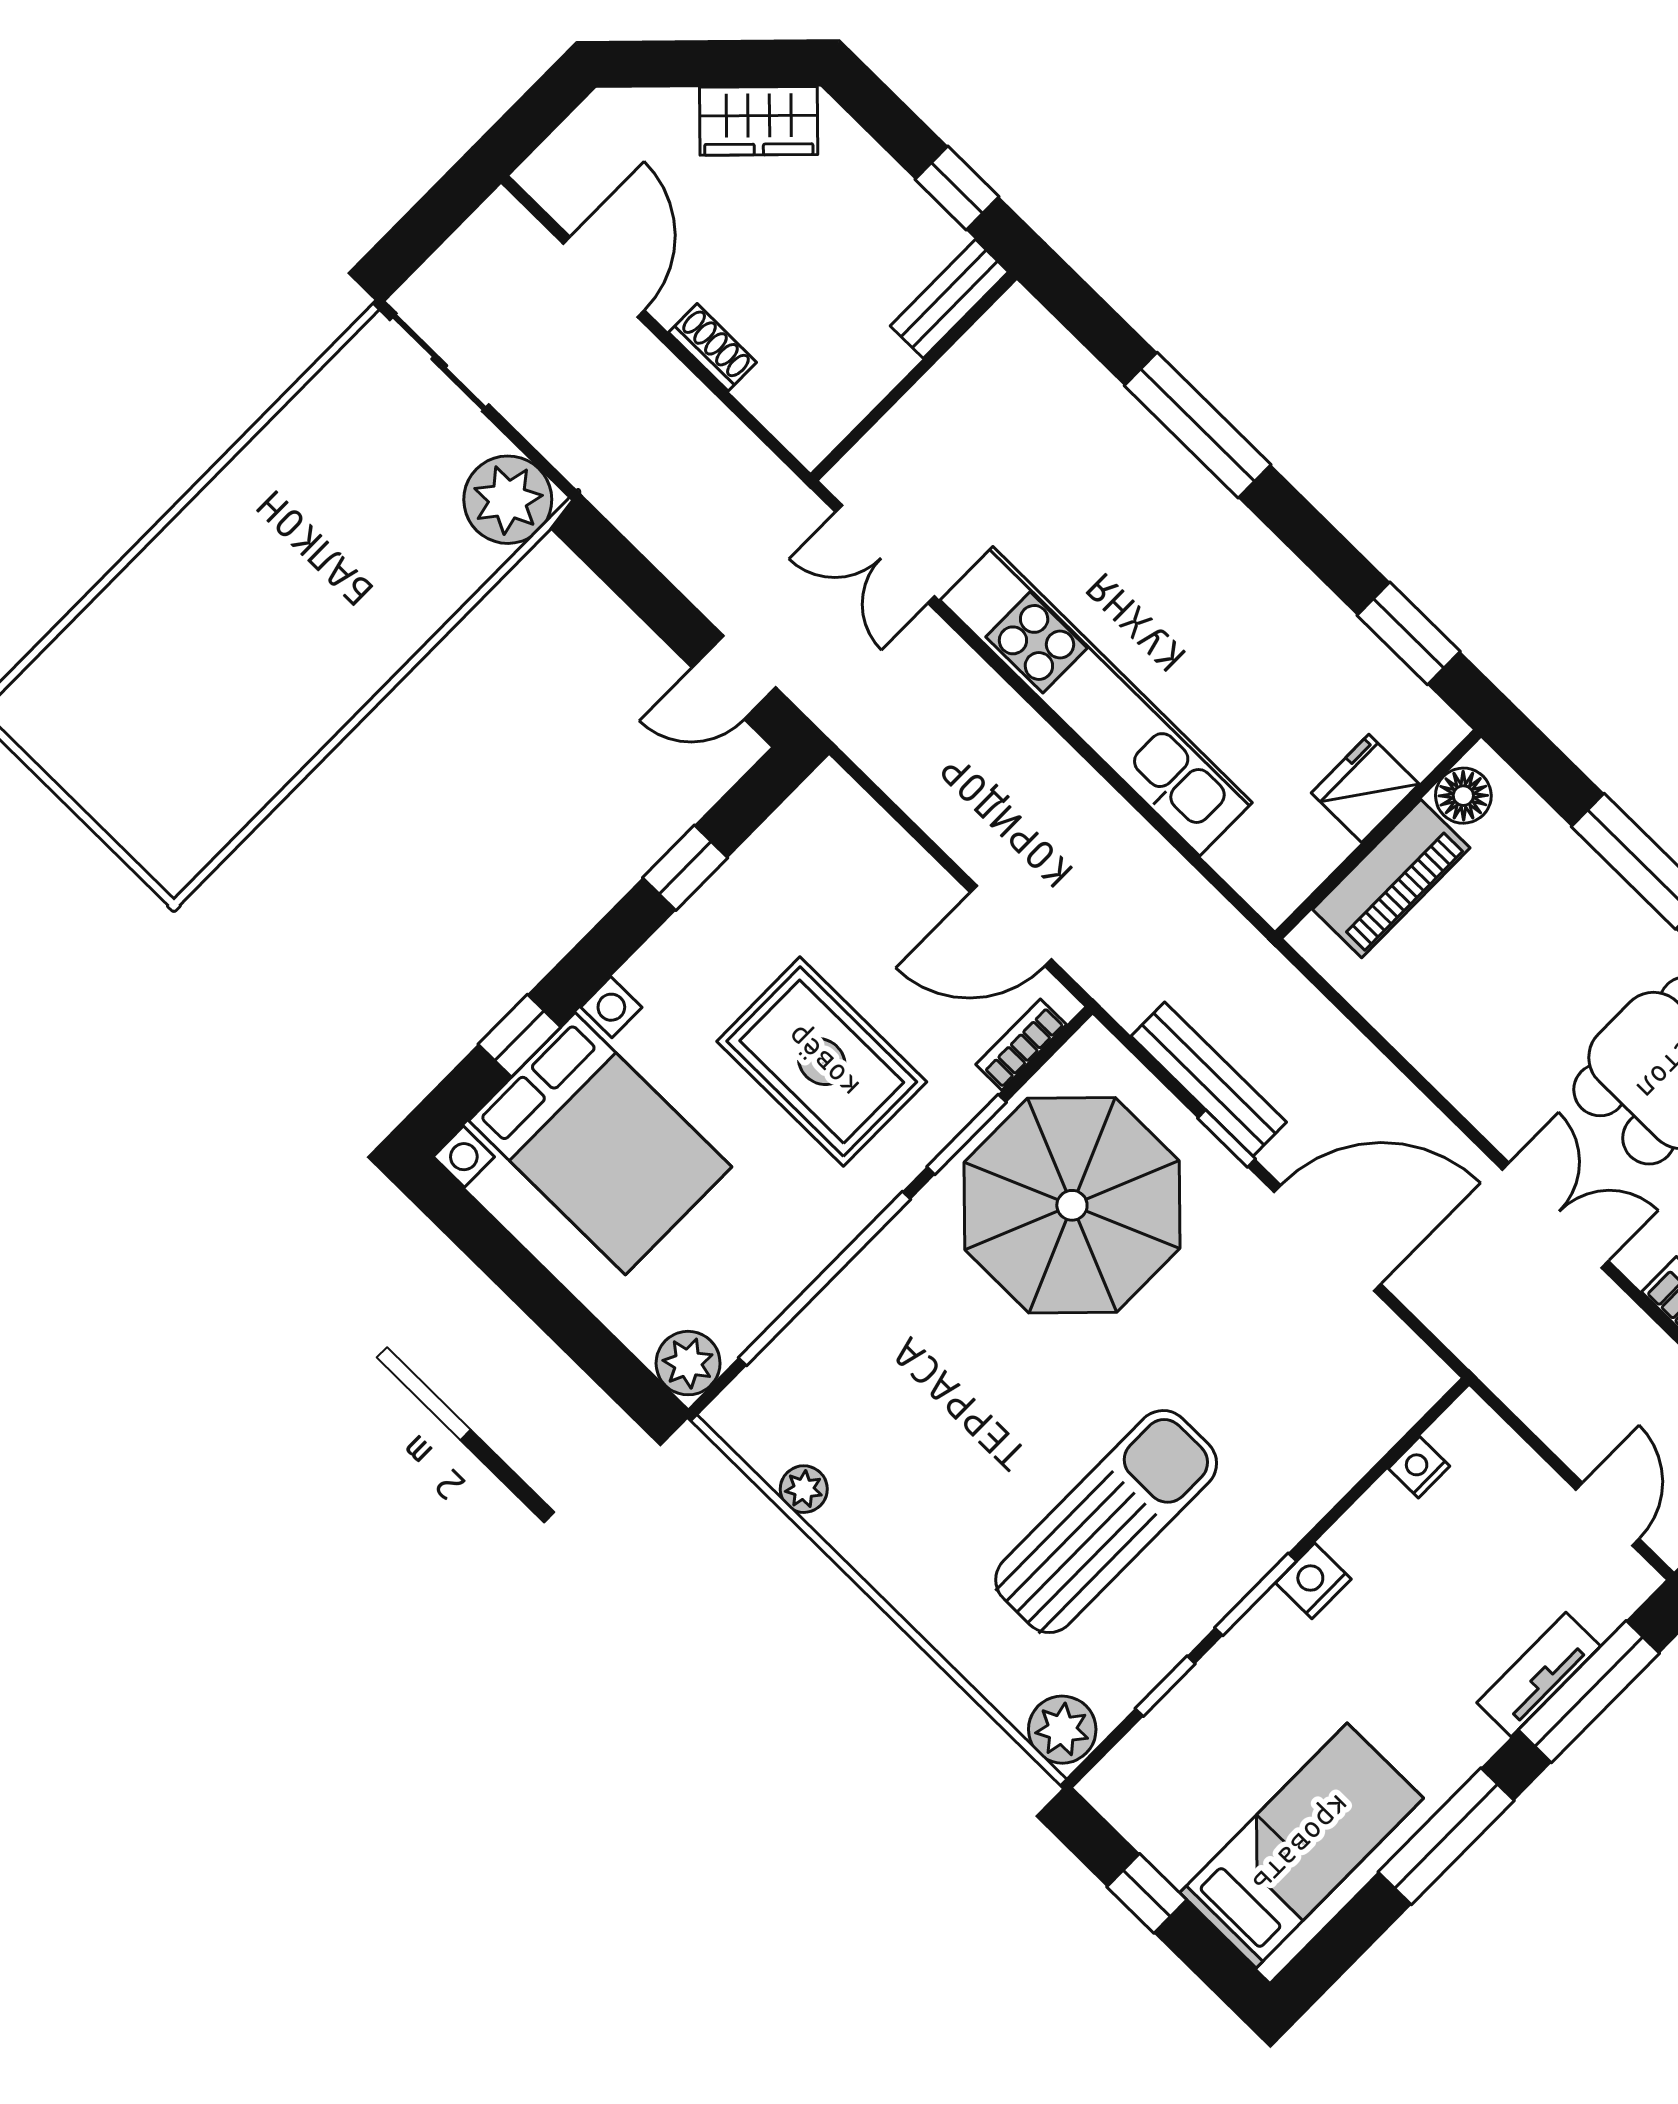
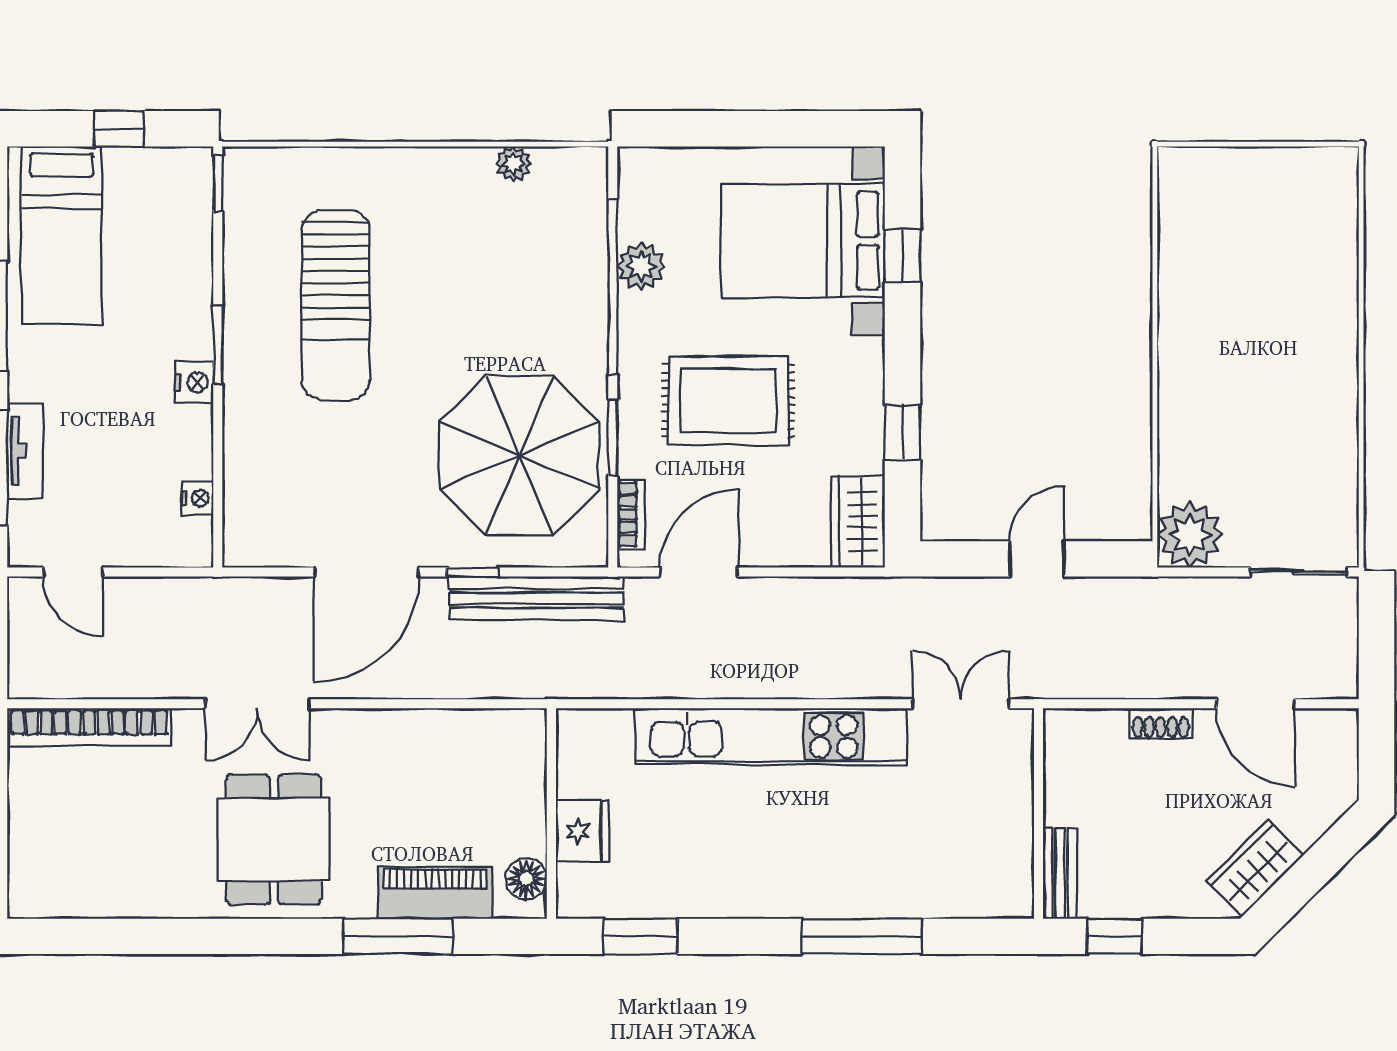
door: (734, 677) -> (1037, 559), moved
wardrobe: (811, 824) -> (858, 522), added
piano: (1391, 879) -> (435, 893), moved, turned 90
bench: (1209, 1079) -> (536, 598), width x1.37, depth x1.21
plant: (688, 1363) -> (641, 266), moved
window: (1165, 1686) -> (218, 184), moved
plant: (1062, 1730) -> (250, 171), removed

